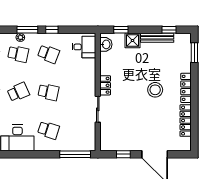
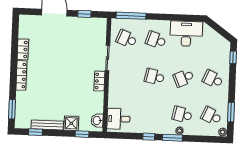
school desk: (49, 54) -> (127, 39), moved
stool: (155, 90) -> (51, 75), removed
locker: (186, 121) -> (23, 49), width x0.66

